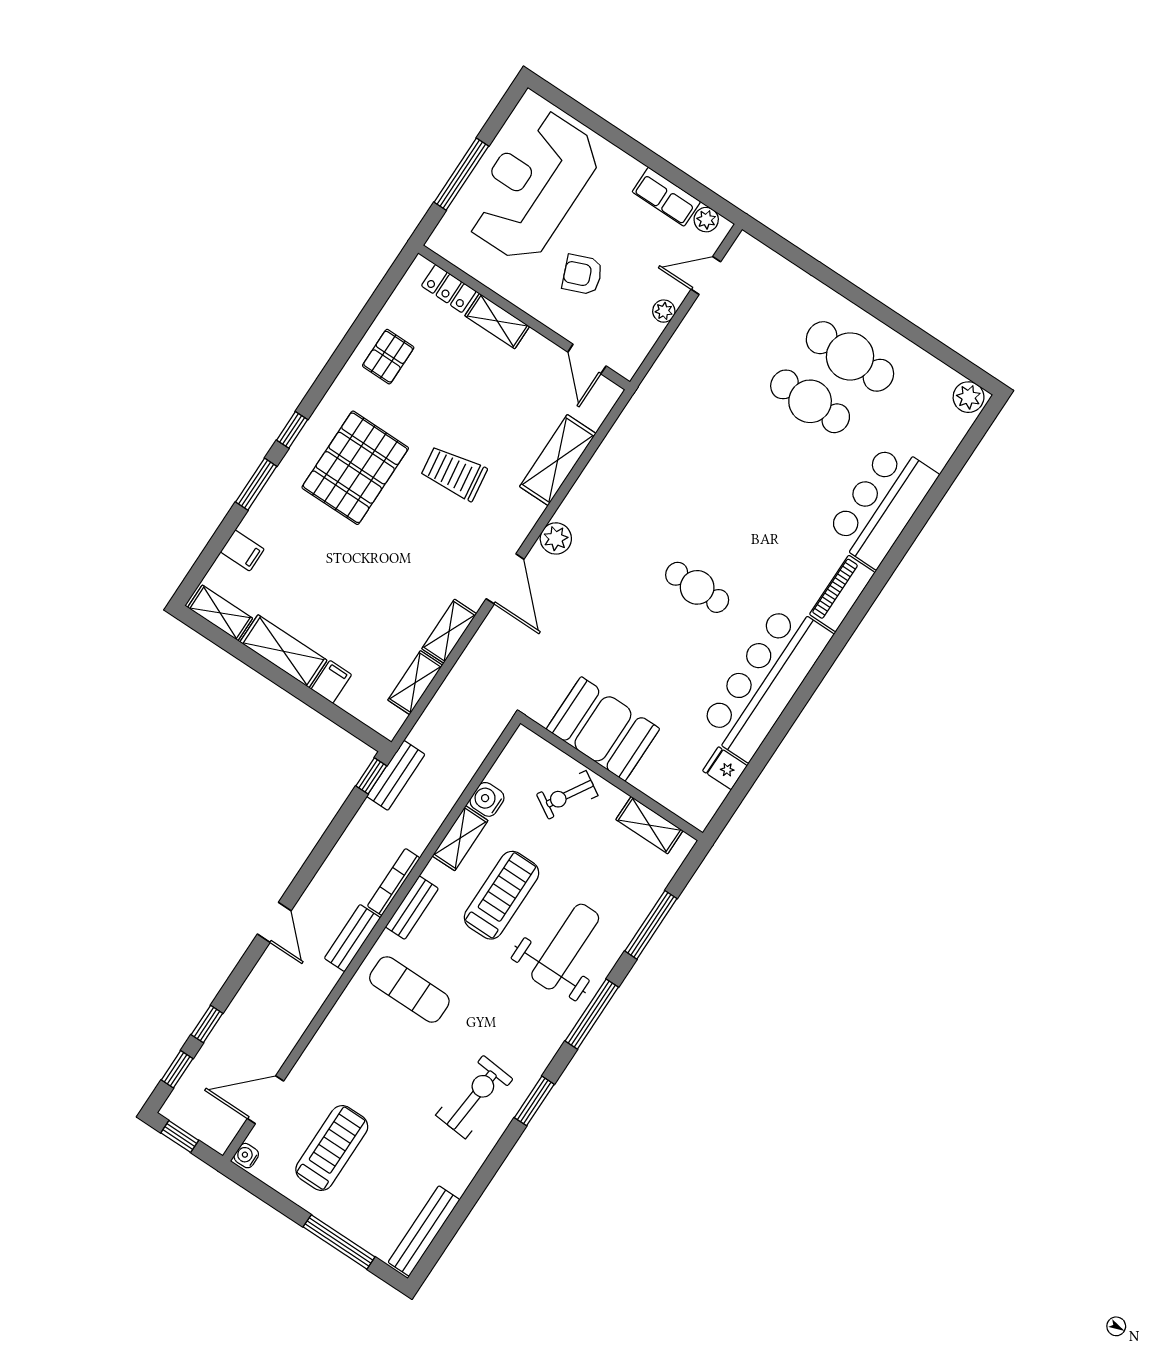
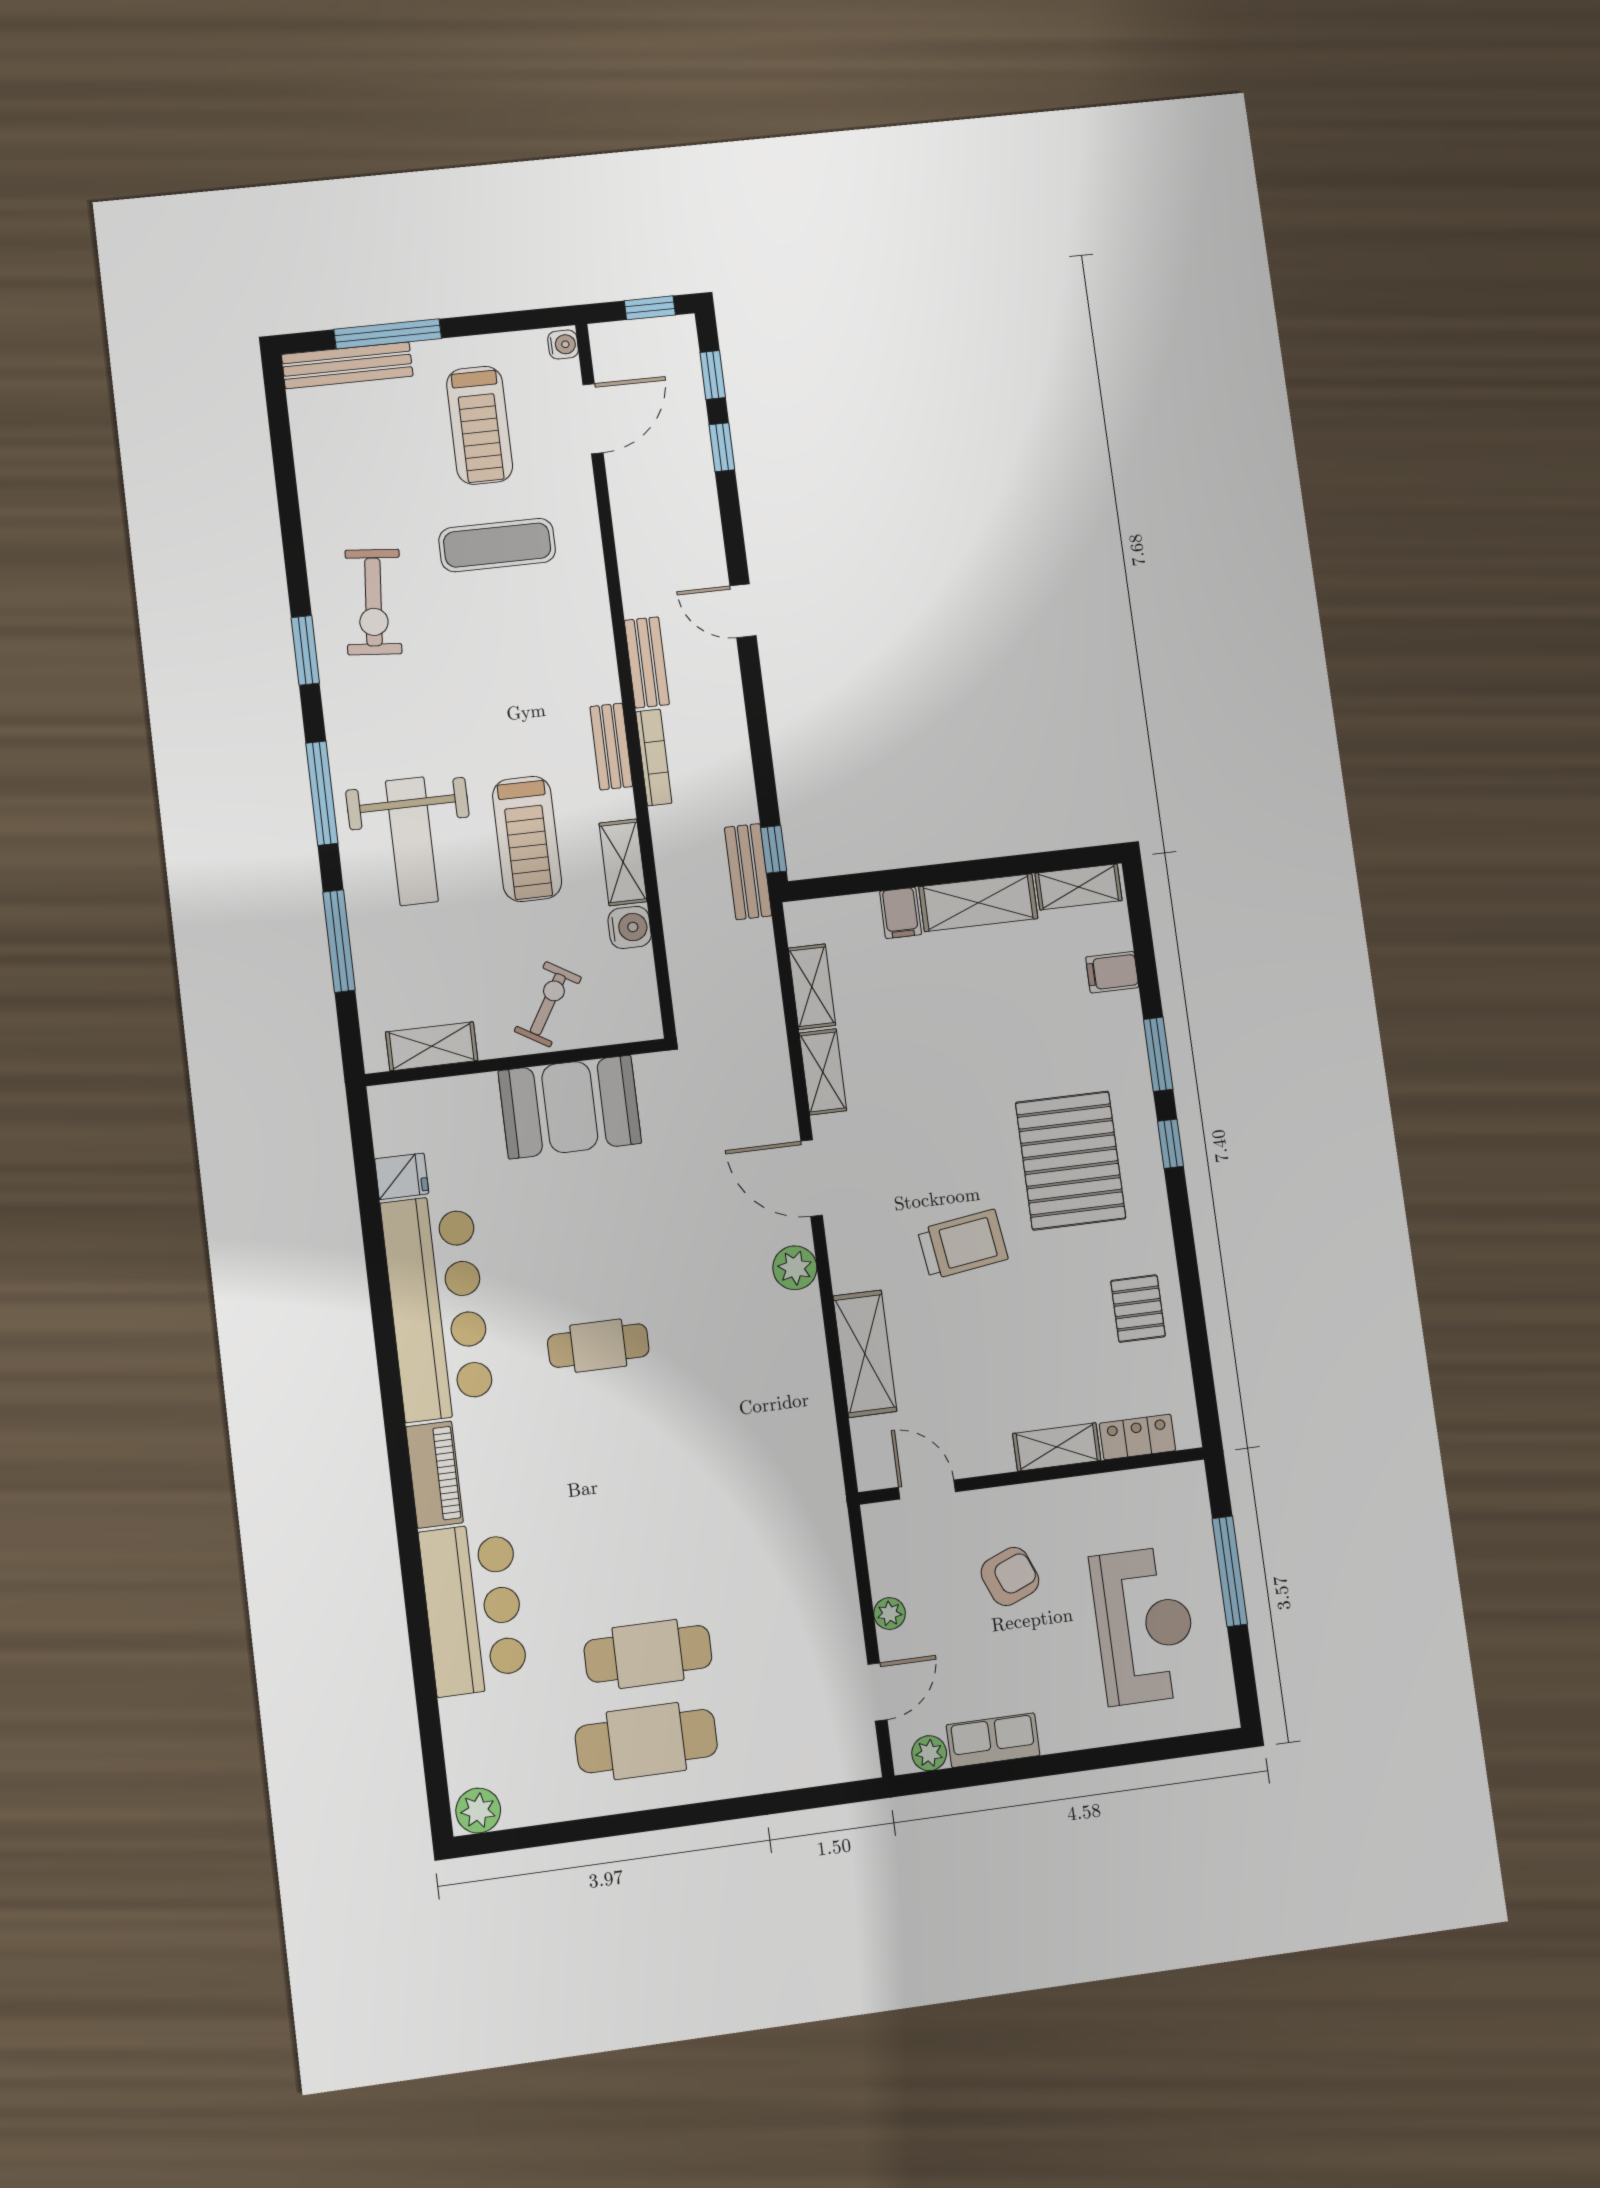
reception desk: (533, 186) -> (1144, 1625), width x0.74, depth x0.77
exercise mat: (409, 989) -> (497, 545), moved
bench: (424, 1231) -> (347, 365), moved, turned 90

